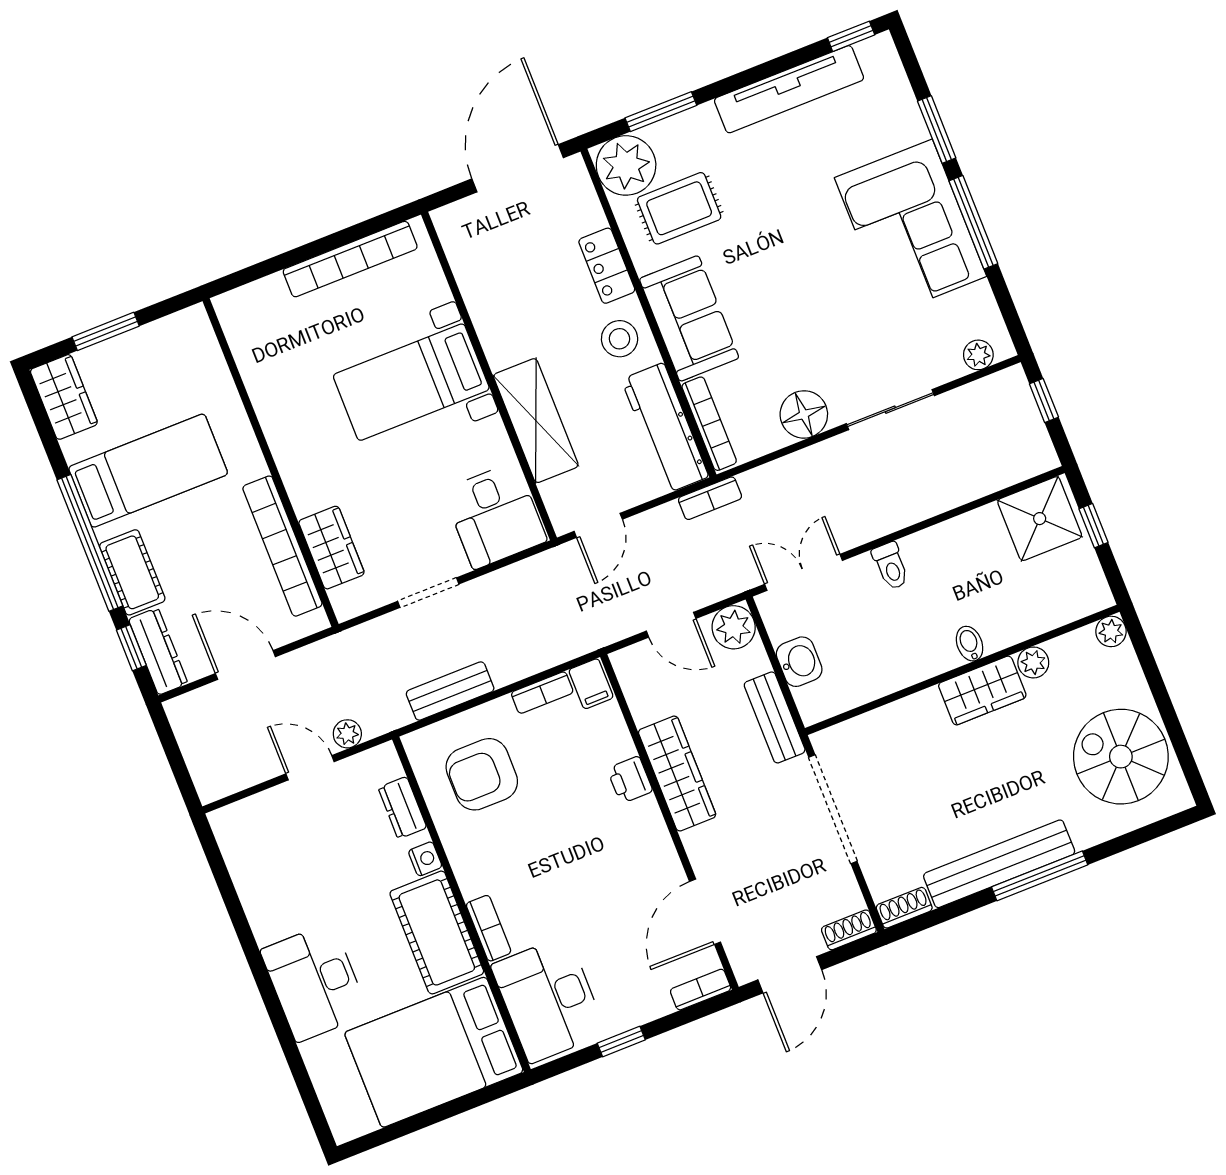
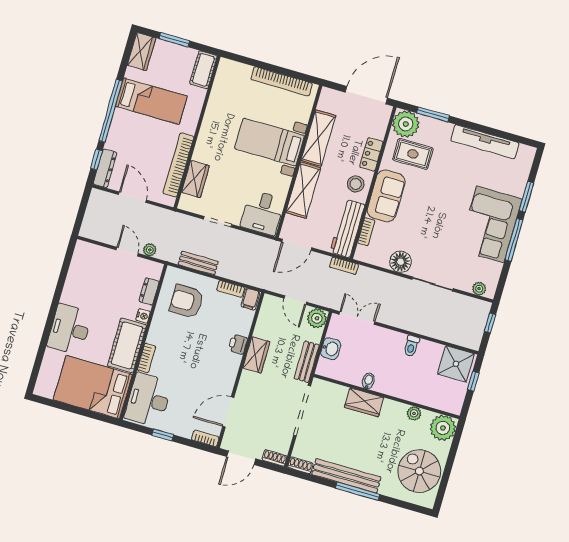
window: (851, 36) -> (522, 140), removed
shelving: (492, 309) -> (318, 138), added
bookcase: (709, 424) -> (366, 232), width x0.64
door: (598, 525) -> (297, 245), width x1.38
toilet: (891, 566) -> (411, 346), moved
cot: (132, 572) -> (203, 70), moved
plant: (1111, 631) -> (443, 428), width x1.88, depth x1.88
bidet: (970, 644) -> (368, 381), moved
wardrobe: (982, 690) -> (364, 402), moved
wardrobe: (677, 774) -> (256, 355), width x0.67

